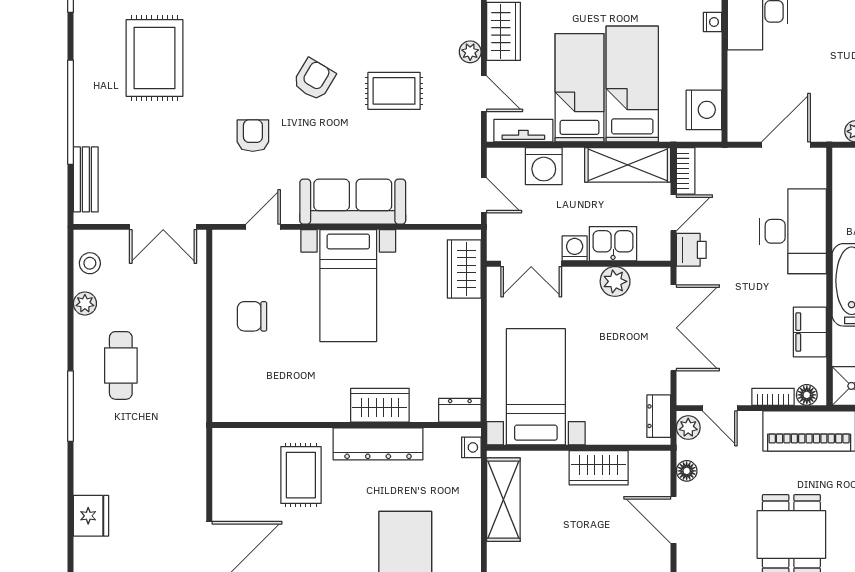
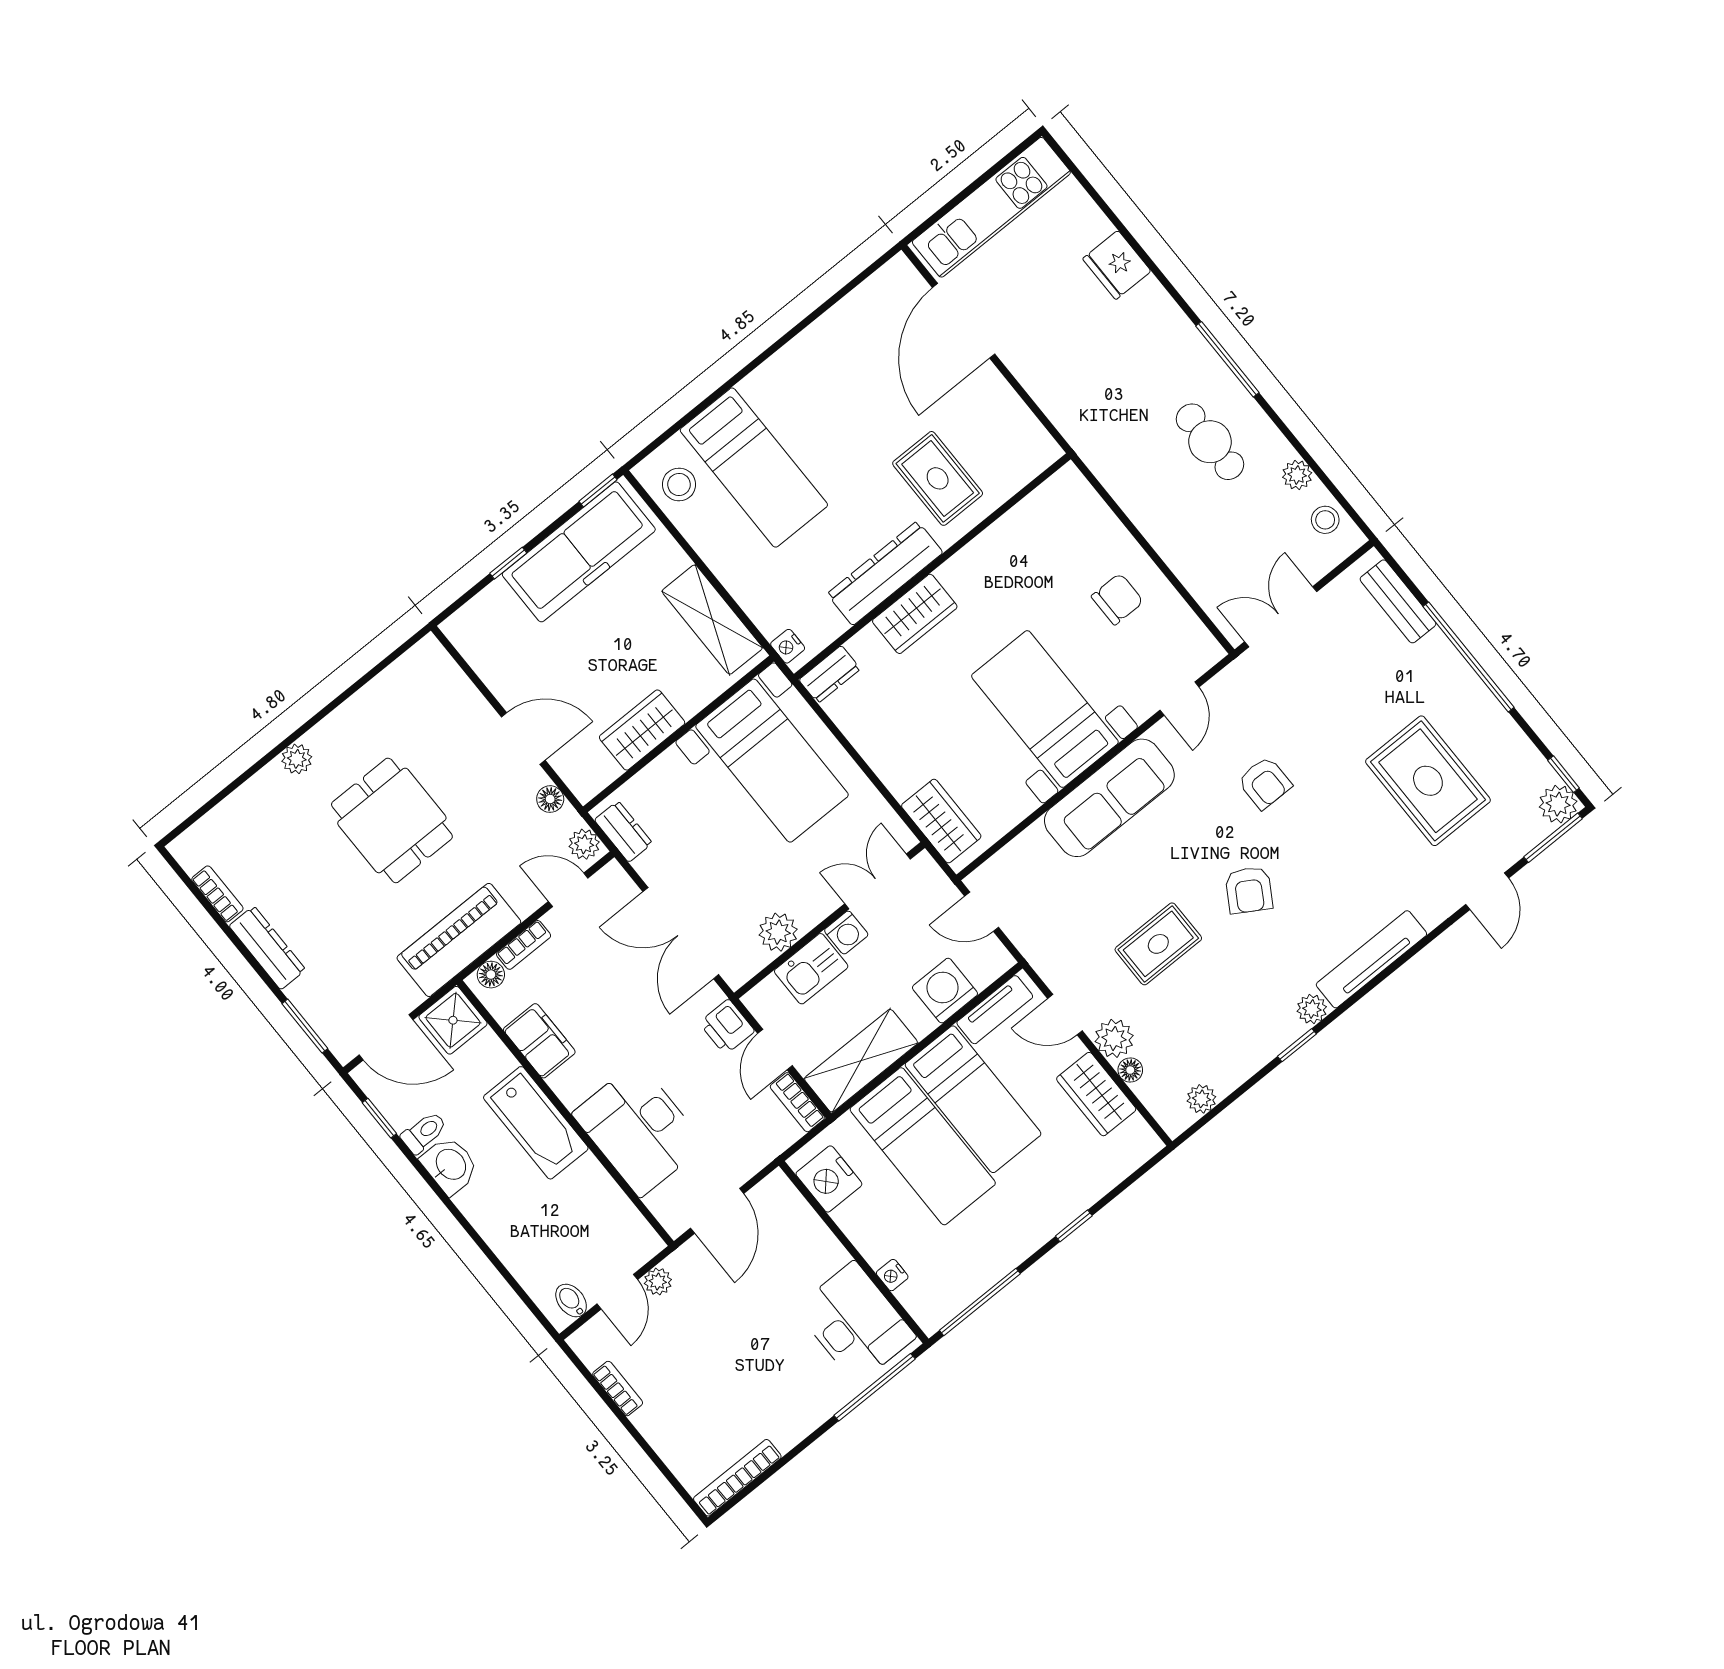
floor lamp: (472, 29) -> (1130, 1070), added
plant: (470, 52) -> (1114, 1038), width x1.38, depth x1.38

